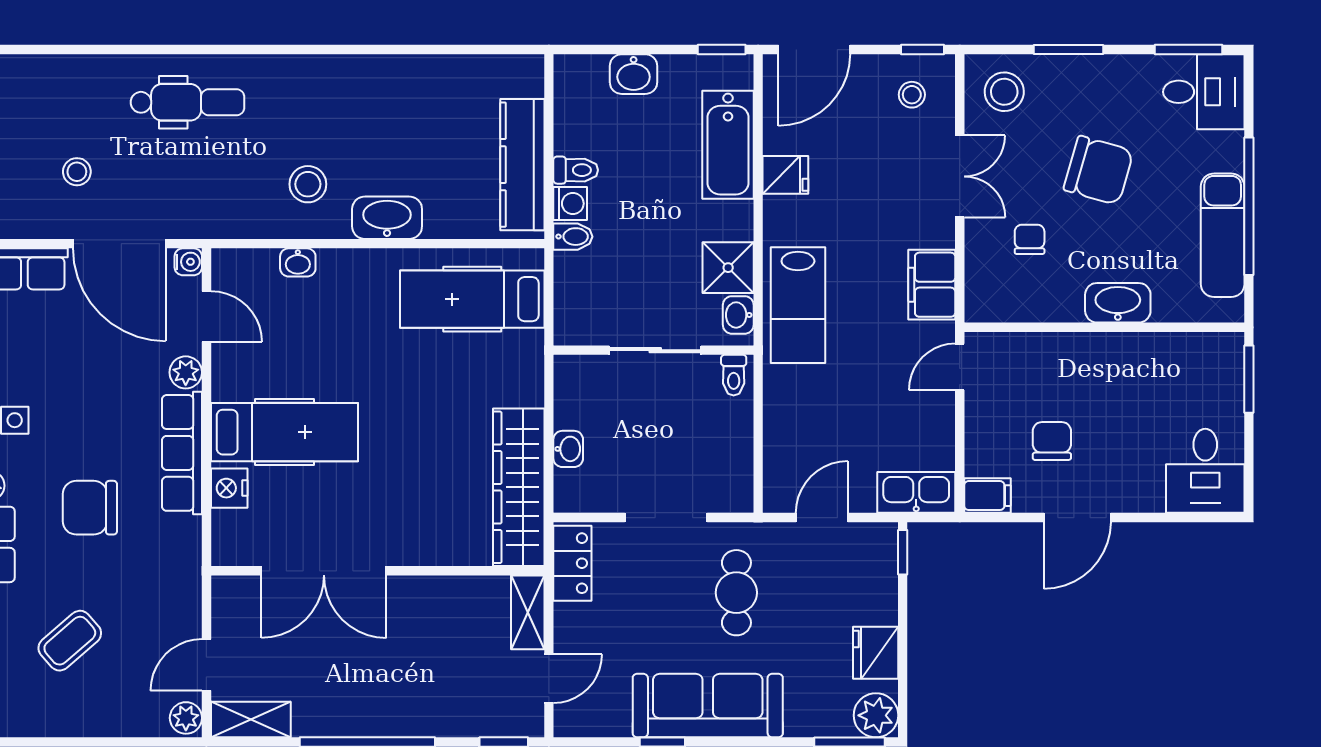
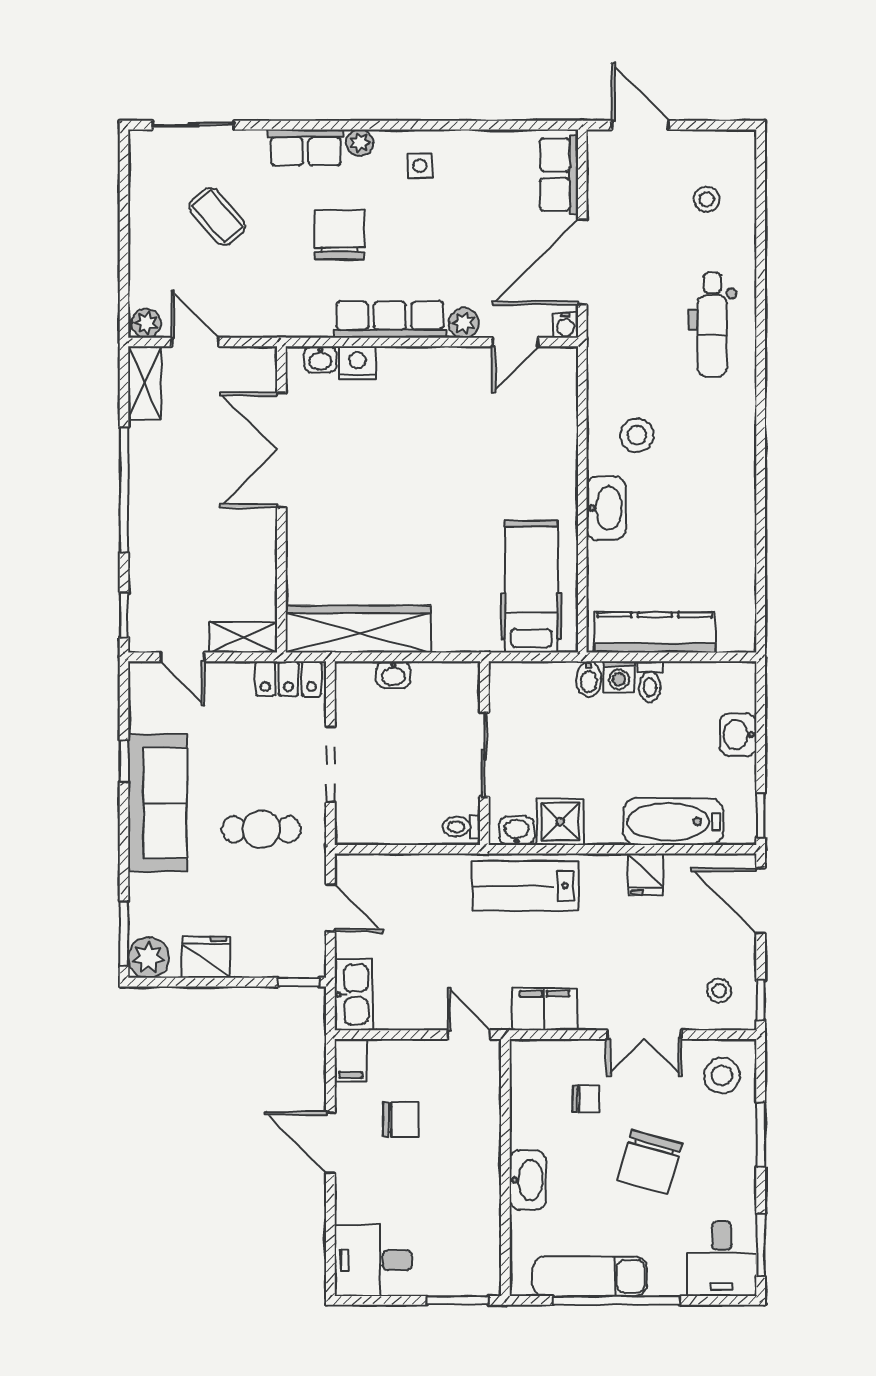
stool: (77, 172) -> (707, 199), moved
washbasin: (298, 262) -> (320, 359), moved, turned -90
hospital bed: (284, 432) -> (409, 414), removed

